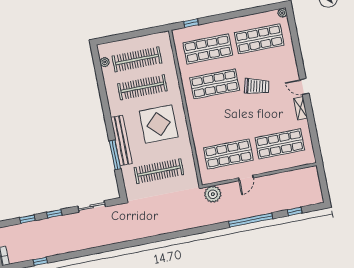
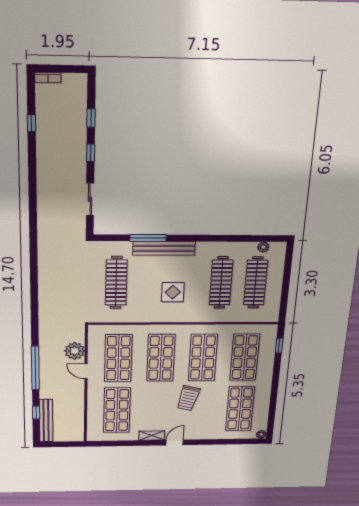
shop shelf: (221, 119) -> (161, 358), added
display table: (159, 124) -> (173, 292), width x0.54, depth x0.54
plant: (213, 194) -> (75, 351), moved
bench: (301, 202) -> (46, 421), added

